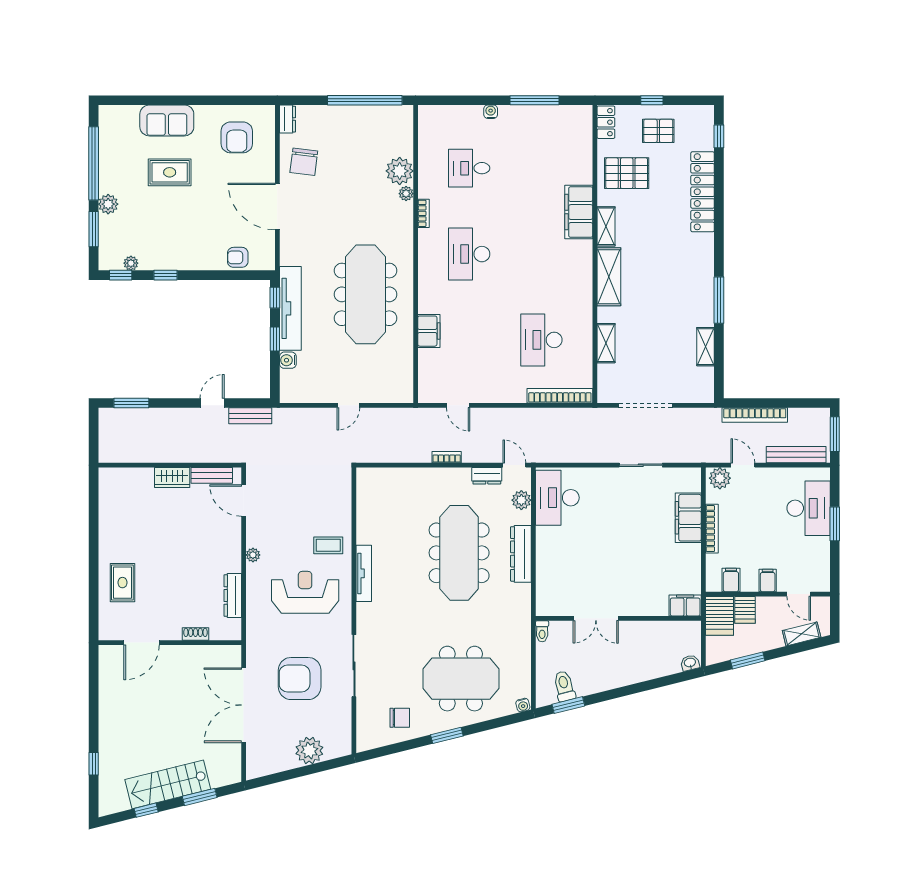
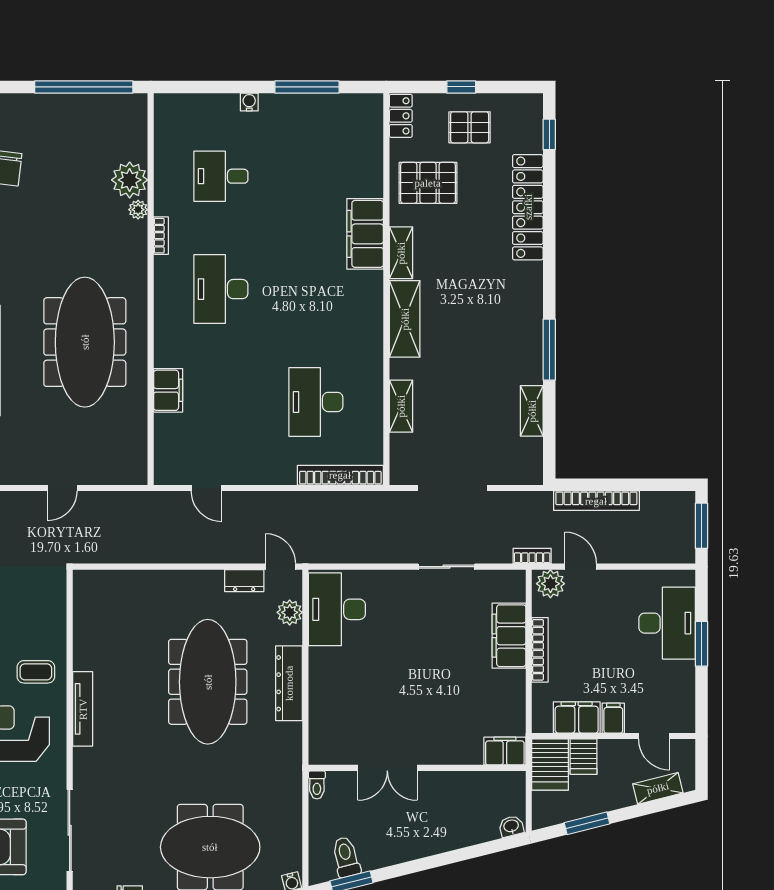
bench: (796, 455) -> (651, 553), removed
bookcase: (447, 457) -> (532, 556), moved
filing cabinet: (731, 580) -> (577, 717), width x2.00

